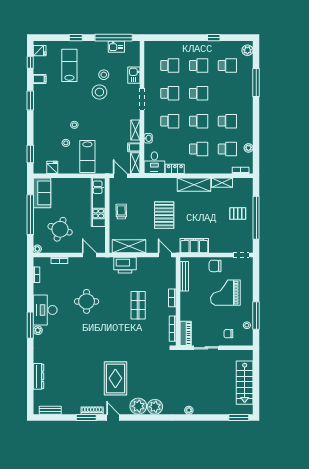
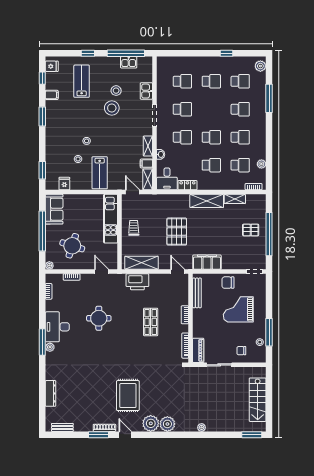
school desk: (199, 93) -> (240, 109), moved

